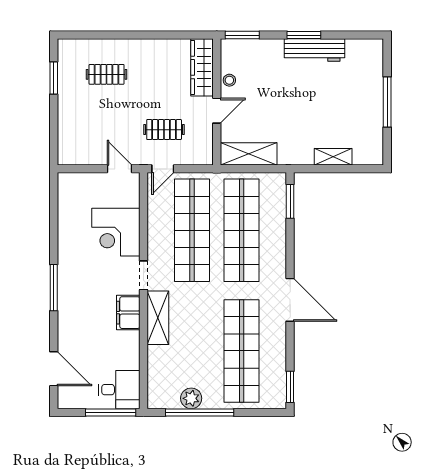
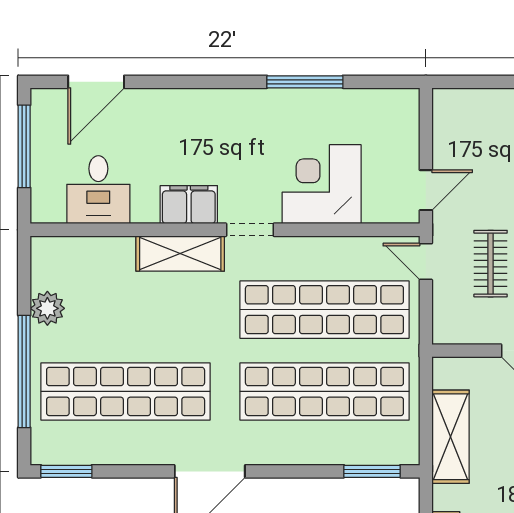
shelving: (249, 154) -> (450, 437), moved
window: (54, 288) -> (305, 82), moved
desk: (119, 390) -> (98, 190), moved
window: (111, 412) -> (24, 146), moved
window: (200, 412) -> (24, 372), moved

